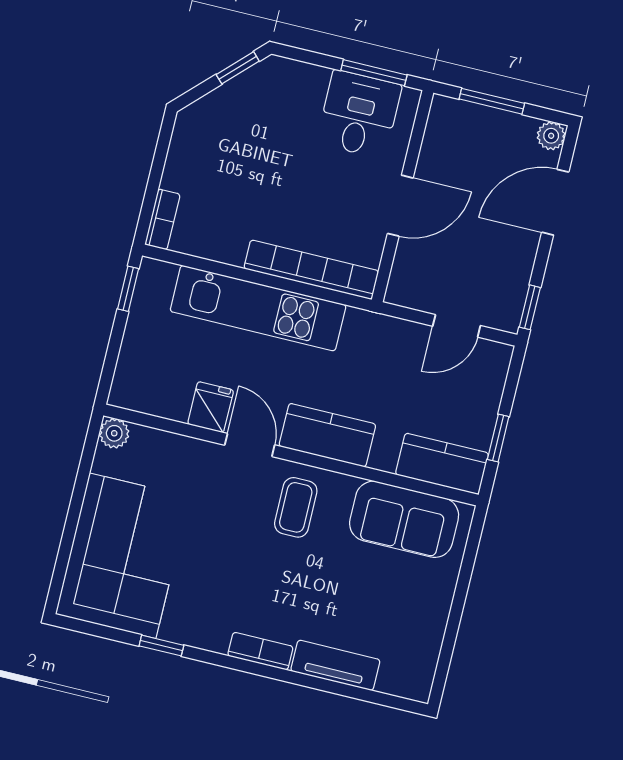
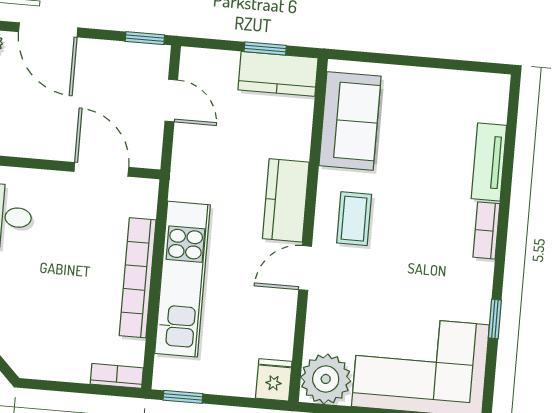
door: (400, 206) -> (101, 169), moved
bookcase: (311, 270) -> (138, 278), moved
fridge: (211, 407) -> (274, 380), moved, turned 90
plant: (114, 433) -> (326, 379), width x1.87, depth x1.87
kitchen counter: (442, 464) -> (278, 74), moved, turned -90
coffee table: (296, 507) -> (354, 219), turned 90

